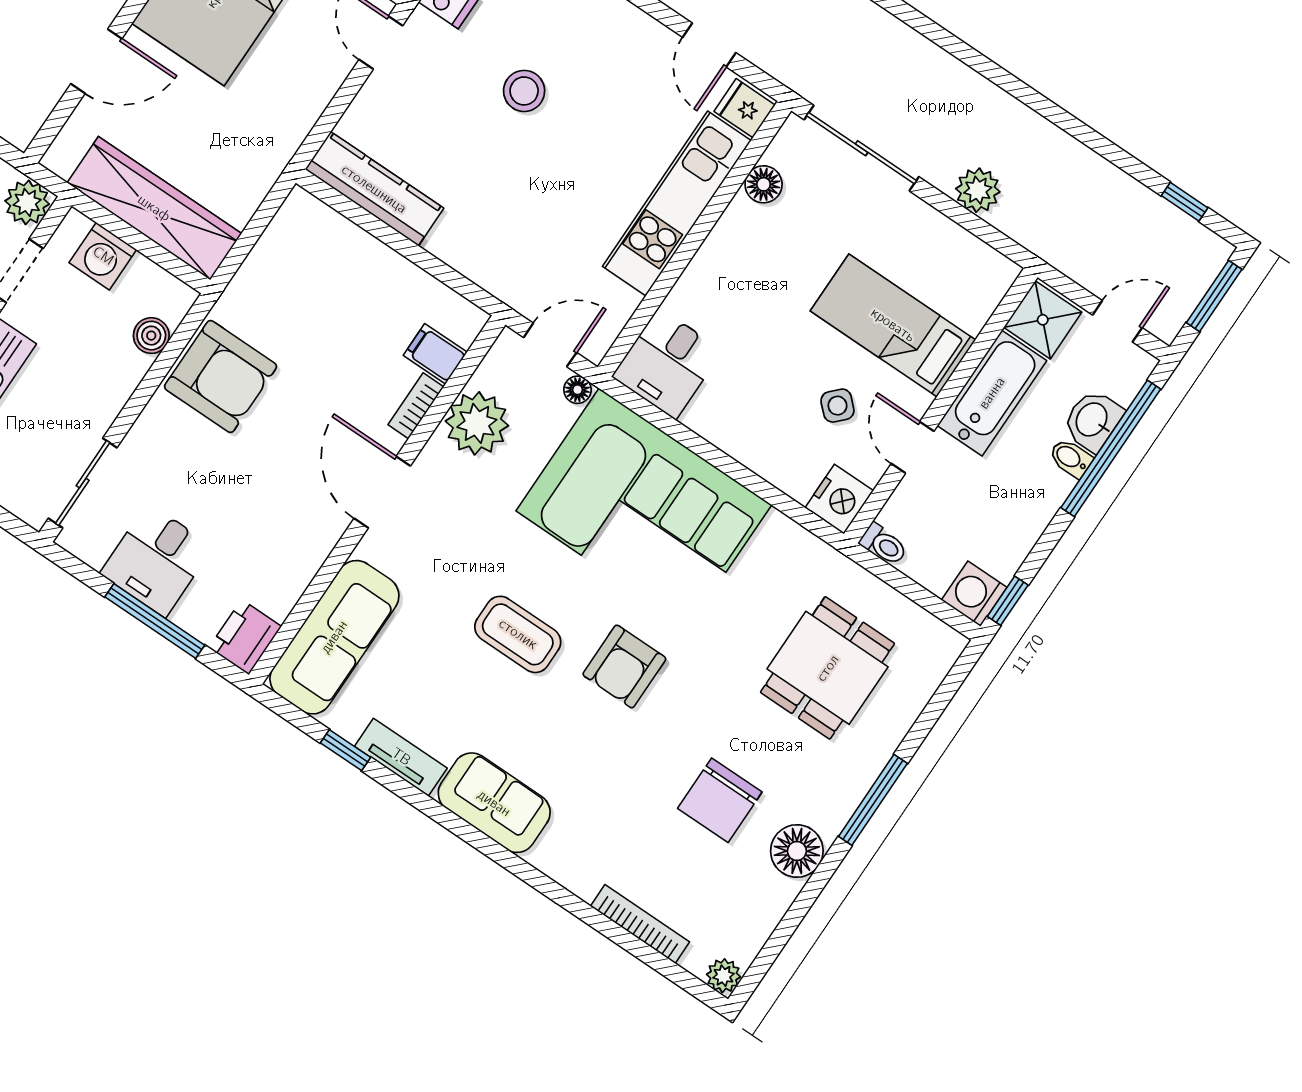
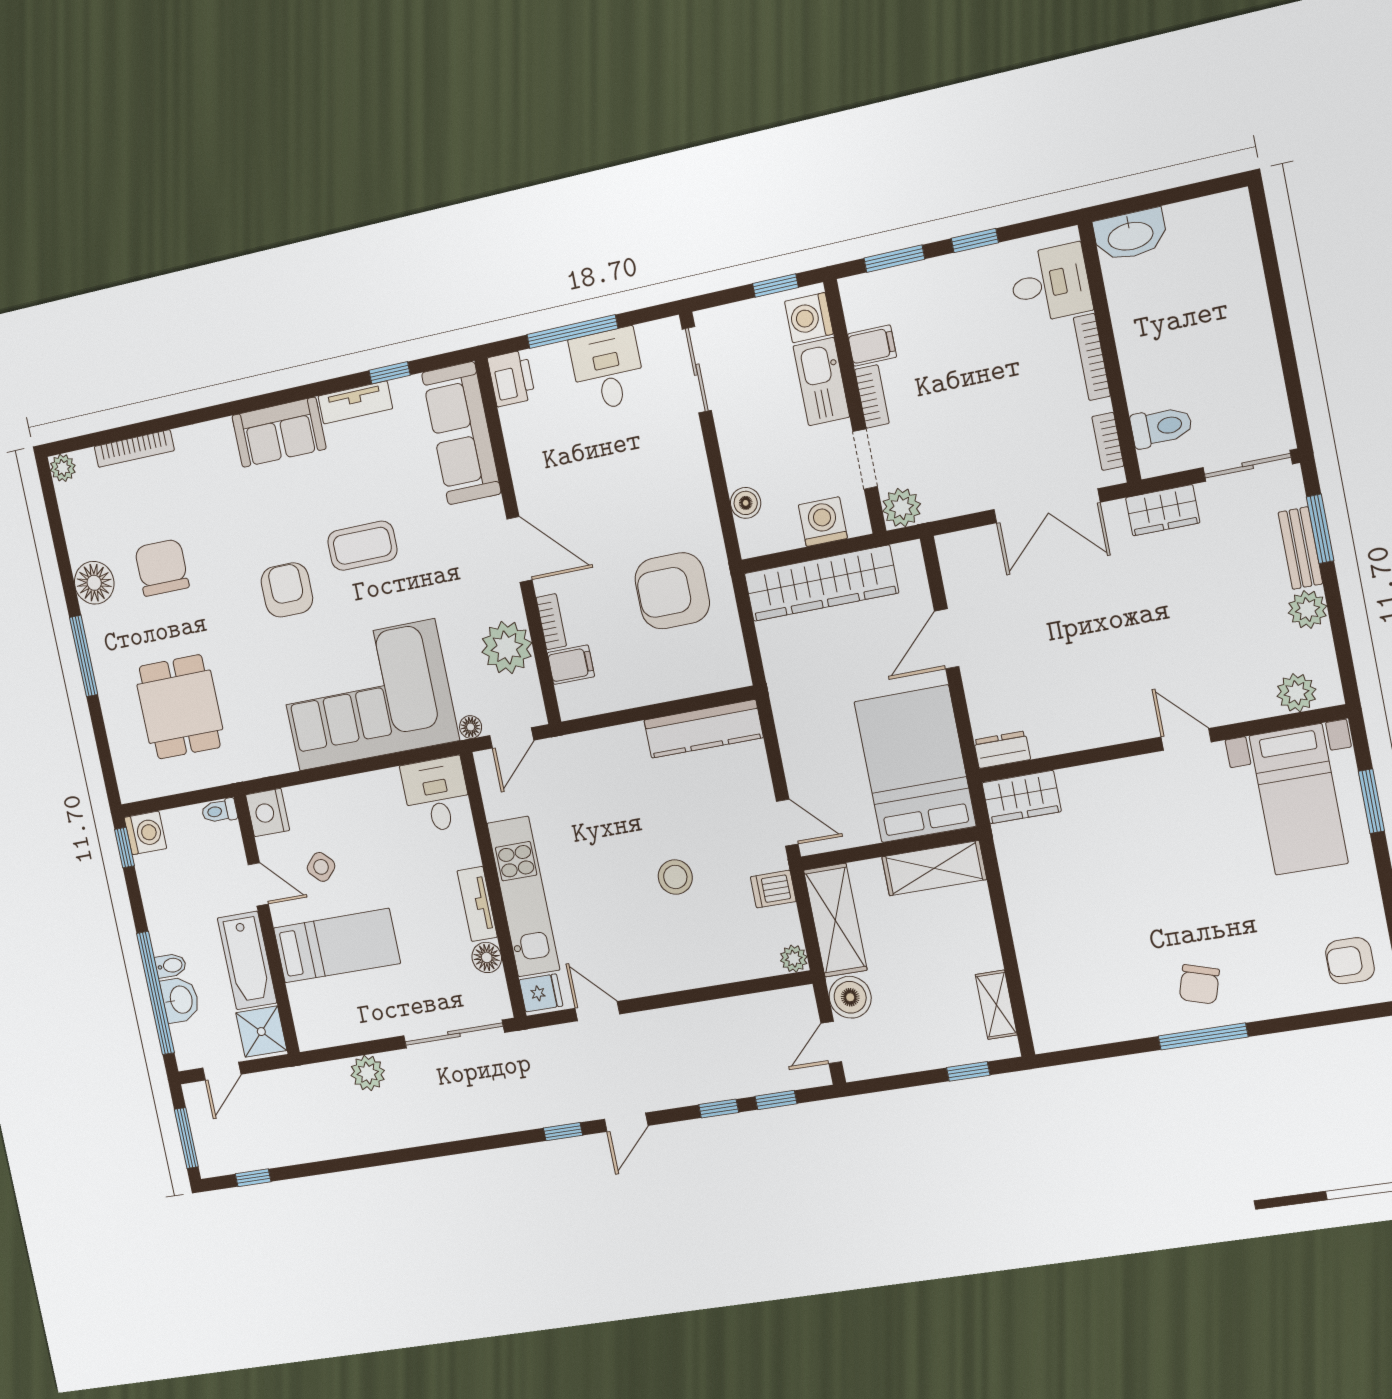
tv unit: (725, 237) -> (477, 904), added
armchair: (221, 376) -> (672, 591), moved

